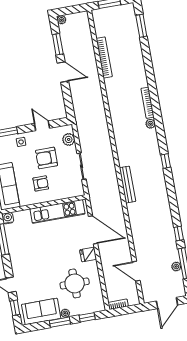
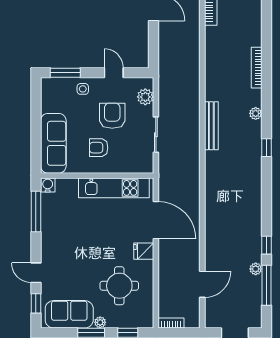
plant: (151, 124) -> (256, 113), moved
armchair: (47, 158) -> (112, 116), turned 90
armchair: (41, 183) -> (99, 148), turned 180
bench: (127, 185) -> (211, 126), moved
plant: (176, 267) -> (256, 269), moved
door: (136, 271) -> (202, 284), swing flipped

